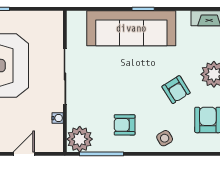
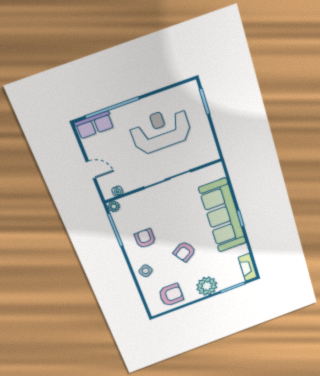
armchair: (176, 90) -> (184, 252), moved
water cooler: (58, 118) -> (117, 191), moved
plant: (80, 139) -> (114, 206), width x0.53, depth x0.53

